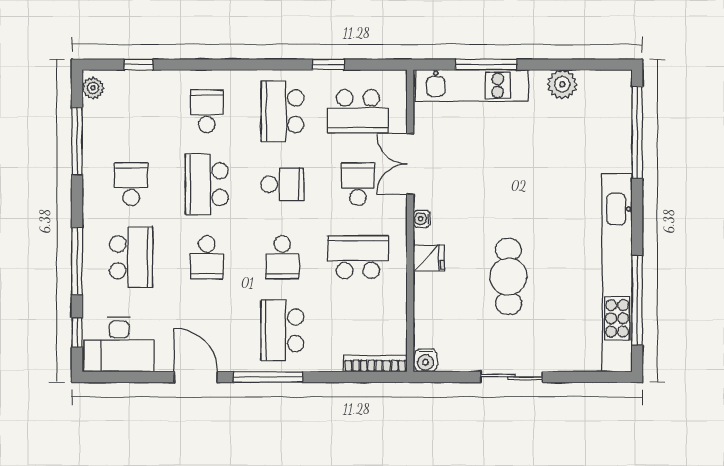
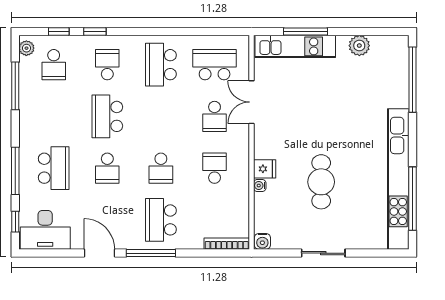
window: (328, 65) -> (95, 32), moved
school desk: (358, 111) -> (215, 65), turned 180
school desk: (131, 184) -> (54, 65), moved, turned 180
school desk: (282, 184) -> (161, 116), removed
school desk: (358, 184) -> (215, 116), turned 180
water cooler: (422, 219) -> (260, 186), moved
school desk: (358, 257) -> (215, 168), width x0.54

